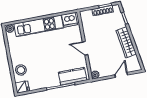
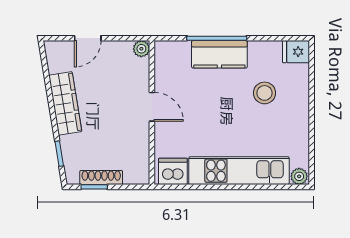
stool: (21, 70) -> (264, 93), moved
kitchen counter: (73, 76) -> (219, 54), moved

